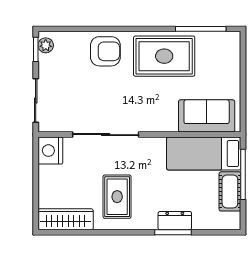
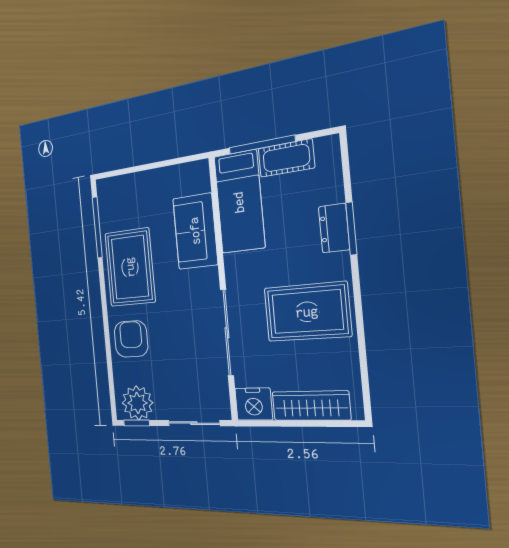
plant: (46, 45) -> (137, 403), width x1.88, depth x1.88
sofa: (207, 116) -> (195, 231), moved
rug: (117, 197) -> (307, 312), width x1.36, depth x1.43
wardrobe: (66, 219) -> (311, 406), moved, turned 90

